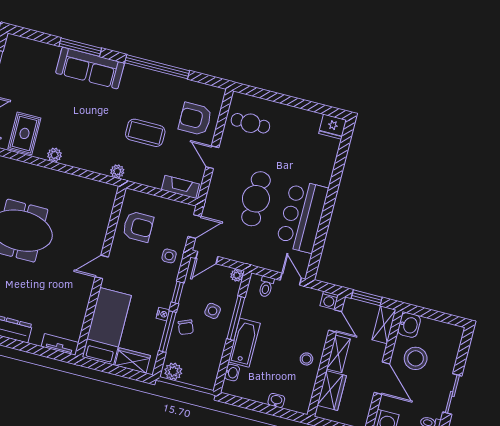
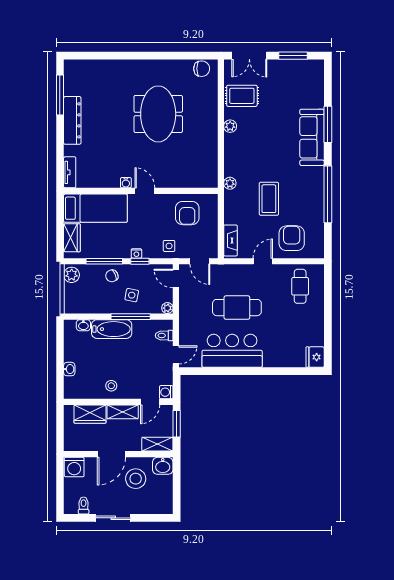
water cooler: (87, 286) -> (126, 183), added
nightstand: (163, 314) -> (136, 253), moved

